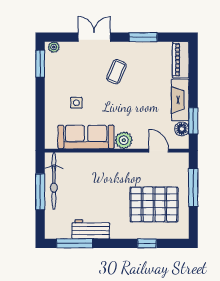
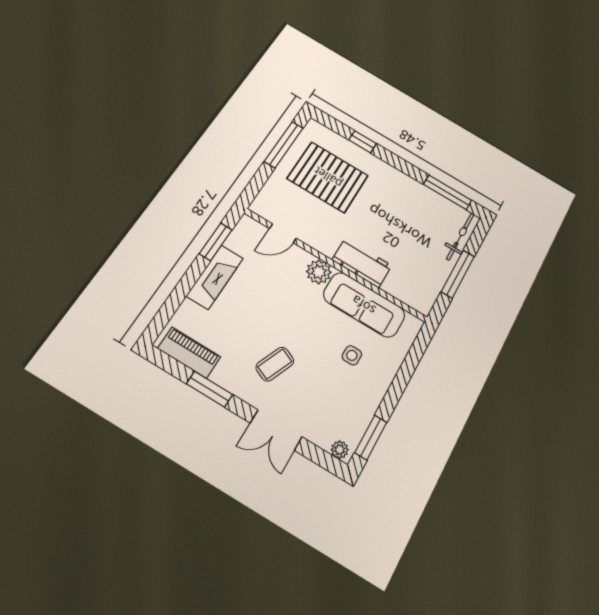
piano: (181, 60) -> (189, 353), moved, turned -90
floor lamp: (182, 129) -> (237, 241), removed
door: (159, 151) -> (283, 233), hinge flipped
bicycle: (54, 181) -> (460, 236), moved, width x0.73, depth x0.71
window: (193, 188) -> (284, 145), moved
workbench: (91, 229) -> (362, 263), moved, turned 180

